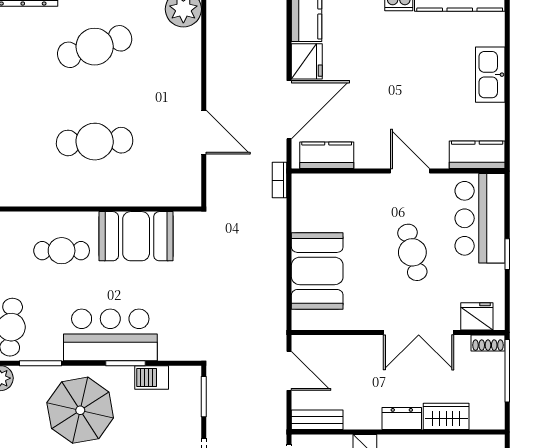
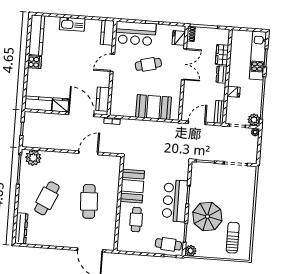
cafe table: (95, 47) -> (47, 198), turned 42
barbecue: (152, 378) -> (195, 184), removed

